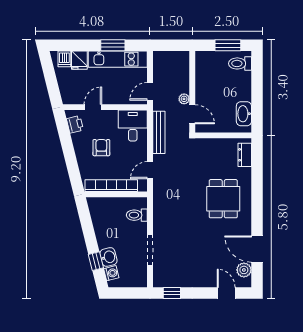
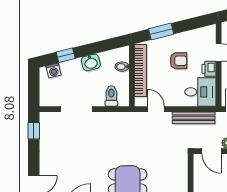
door: (192, 114) -> (212, 151), hinge flipped
printer: (75, 124) -> (209, 69), moved, turned 104
window: (72, 165) -> (161, 32), added
bidet: (107, 204) -> (122, 67), added
washbasin: (108, 257) -> (91, 62), moved

